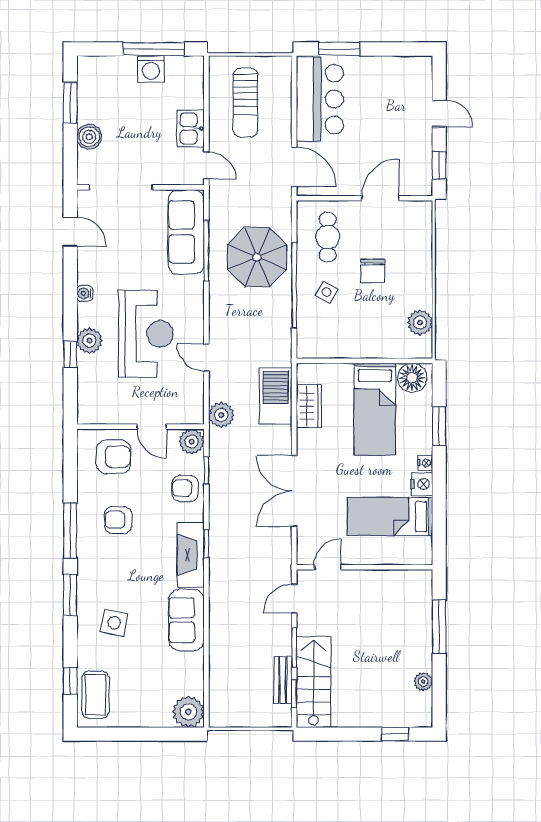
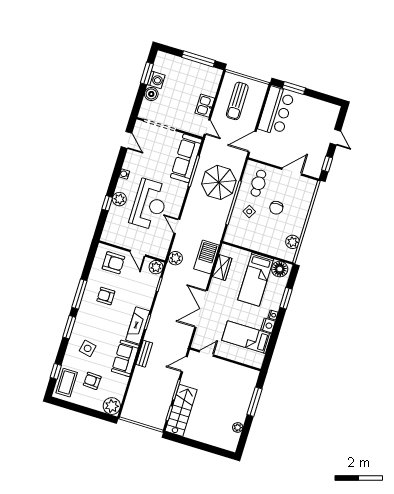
washing machine: (151, 69) -> (156, 80), moved, turned -90
door: (294, 167) -> (252, 142), swing flipped
armchair: (185, 488) -> (92, 381), moved
bench: (283, 680) -> (144, 354), moved
window: (395, 734) -> (215, 450), removed

